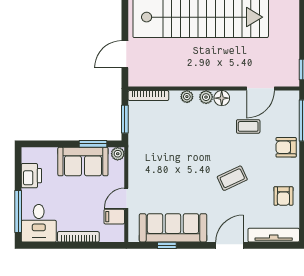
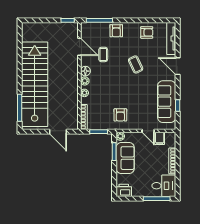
armchair: (152, 154) -> (120, 115), added
printer: (31, 176) -> (124, 190), moved

